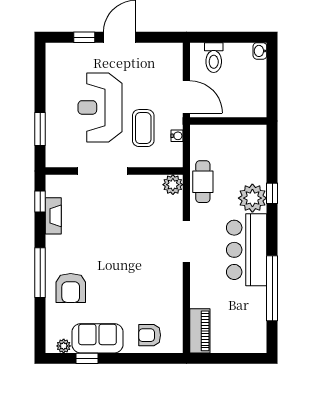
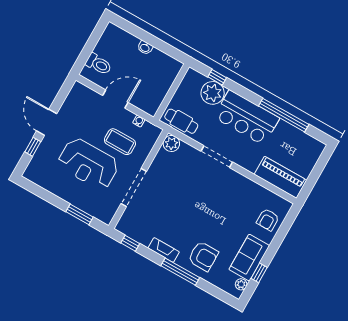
washbasin: (260, 51) -> (145, 48), moved
wall: (228, 121) -> (171, 92), moved
fireplace: (53, 216) -> (164, 250), moved
piano: (200, 331) -> (280, 177), width x1.37, depth x1.33

